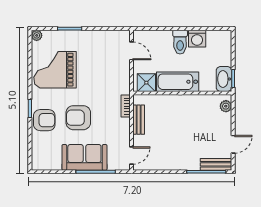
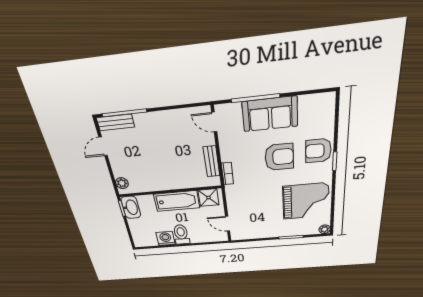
door: (132, 155) -> (214, 122), hinge flipped

